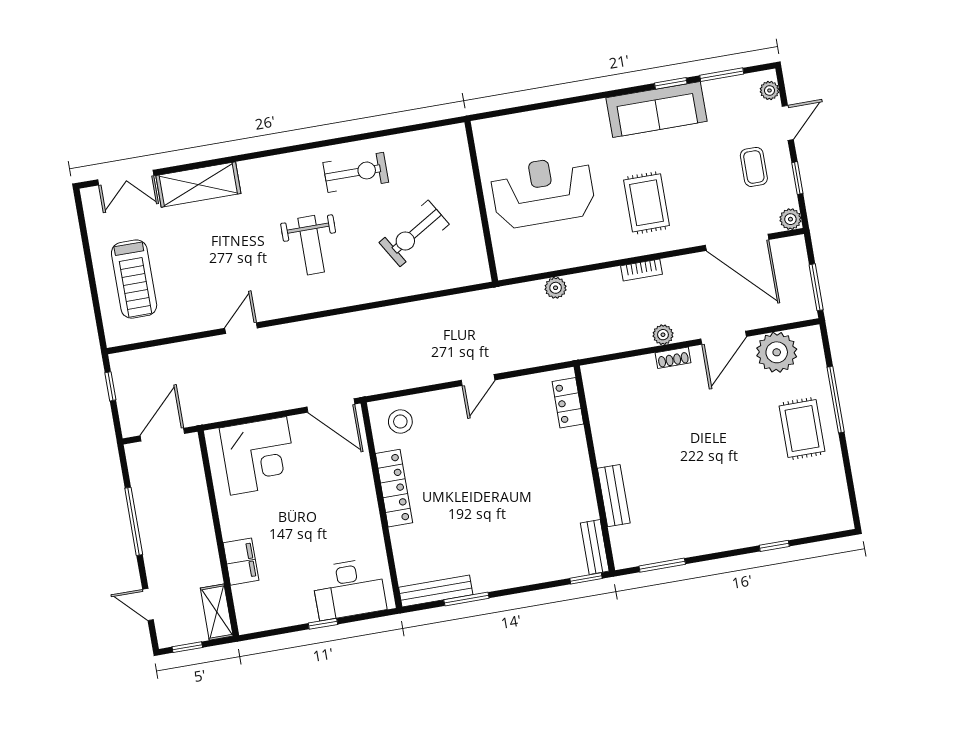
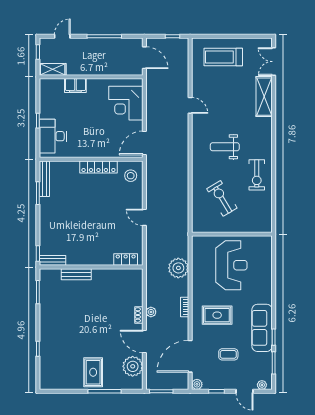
coffee table: (754, 167) -> (228, 354), moved
plant: (556, 288) -> (178, 268), width x1.88, depth x1.88
rug: (802, 429) -> (93, 372), turned 90

